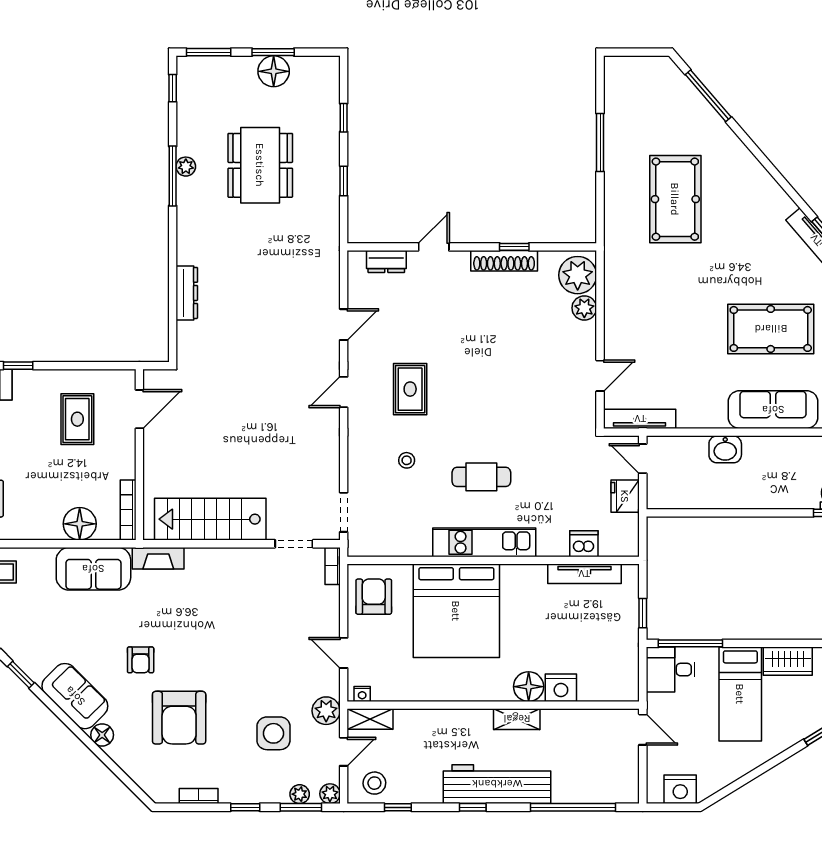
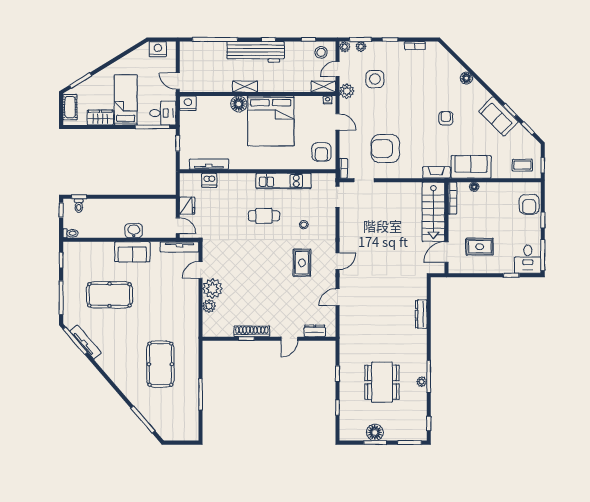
plant: (578, 275) -> (213, 288), moved
sofa: (773, 410) -> (132, 252), moved, width x0.73
rug: (77, 419) -> (480, 247), turned 90
stairs: (210, 519) -> (433, 212), moved, turned 90
floor lamp: (80, 524) -> (474, 187), width x0.53, depth x0.53
kitchen unit: (484, 542) -> (284, 181), moved
bed: (456, 611) -> (271, 121), moved, turned 180
nightstand: (561, 688) -> (188, 103), moved
sofa: (75, 696) -> (498, 116), moved
armchair: (179, 718) -> (385, 149), moved, turned -90

